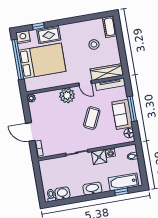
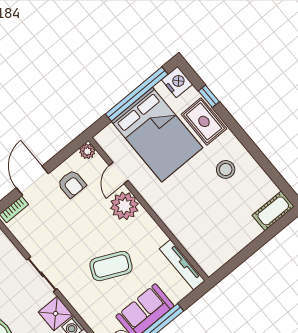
stool: (94, 44) -> (226, 169), moved
wardrobe: (107, 72) -> (198, 248), removed
door: (85, 83) -> (119, 173), moved
armchair: (42, 114) -> (72, 184), added

